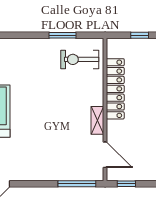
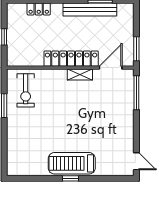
locker: (115, 89) -> (71, 59), moved
window: (126, 184) -> (136, 49), width x1.50

